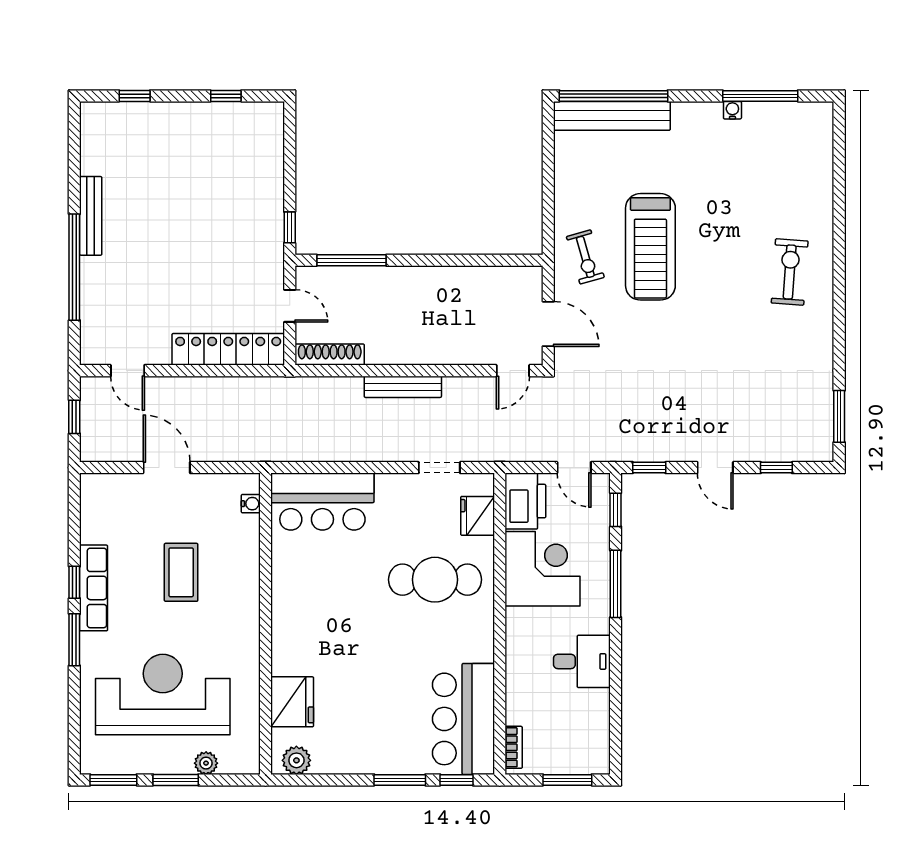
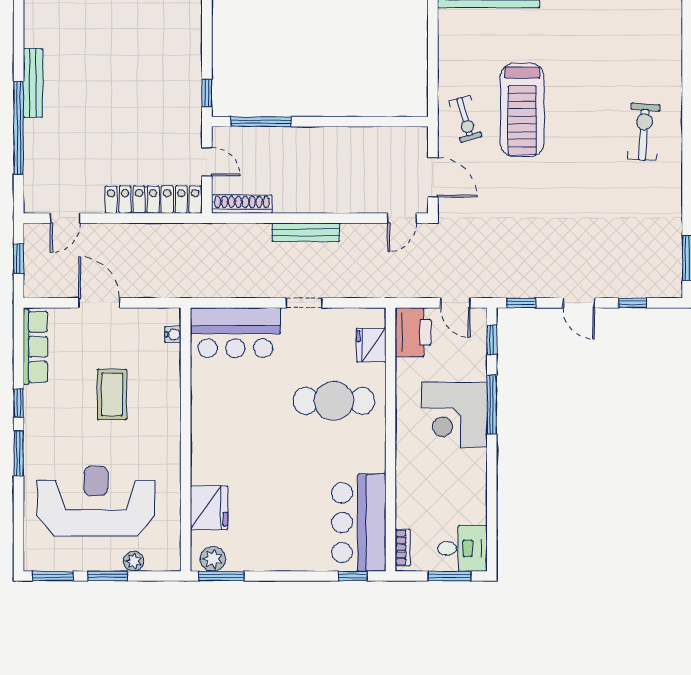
door: (128, 371) -> (65, 218), hinge flipped
doorway: (439, 468) -> (304, 303), moved
corner desk: (543, 569) -> (454, 415), moved, turned 180
row of seats: (94, 588) -> (35, 347), moved
desk: (582, 661) -> (462, 548), moved
window: (400, 780) -> (221, 576), moved

